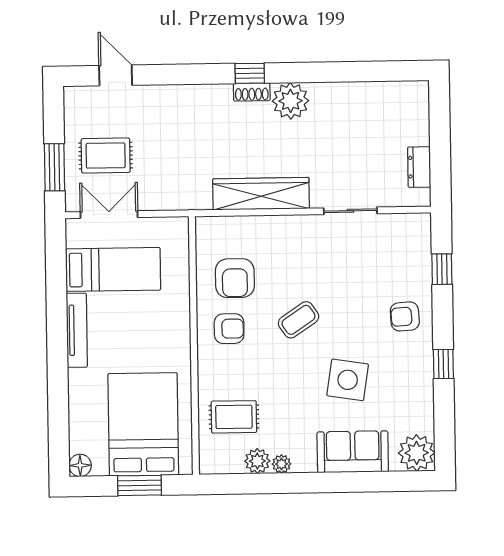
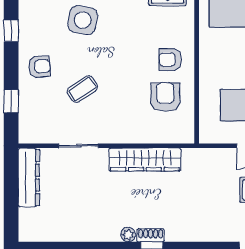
plant: (291, 101) -> (128, 235), width x0.53, depth x0.53
dresser: (419, 167) -> (29, 178), width x1.96, depth x1.24
coffee table: (299, 320) -> (82, 89), moved

